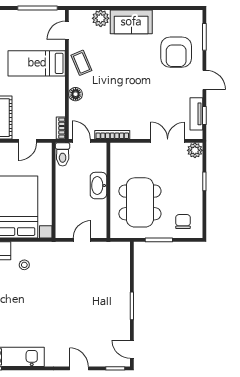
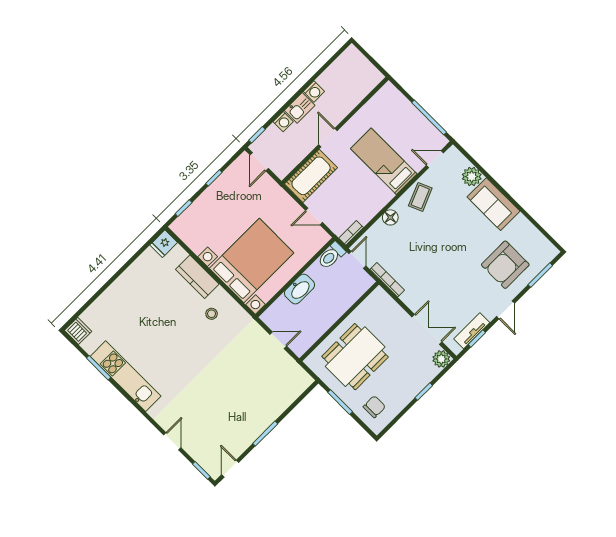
washbasin: (98, 186) -> (300, 289), moved, turned 180

